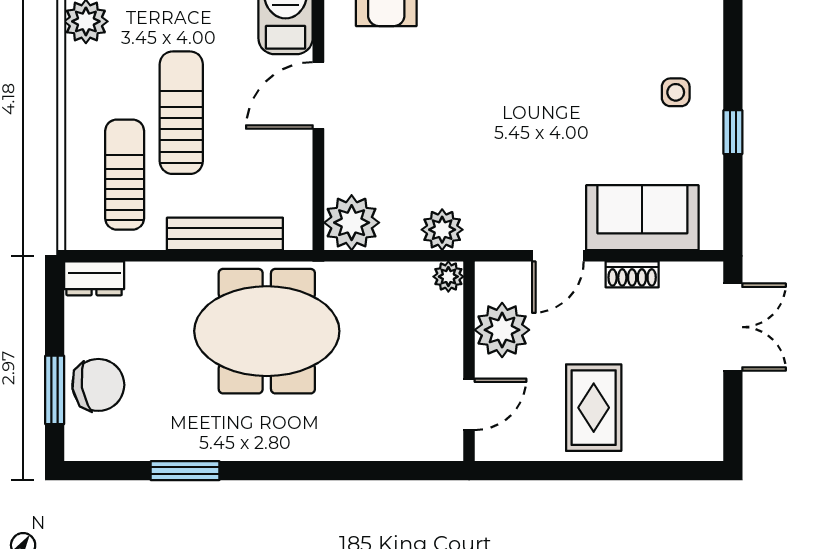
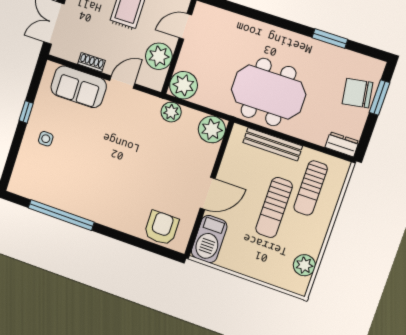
plant: (448, 277) -> (183, 85), width x1.88, depth x1.88

